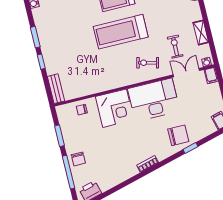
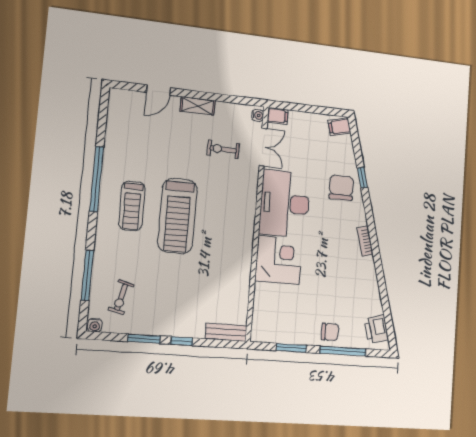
shelving: (201, 33) -> (198, 106), moved
exercise bike: (148, 63) -> (121, 297), moved
double door: (186, 73) -> (263, 147), swing flipped
chair: (82, 110) -> (266, 306), removed

